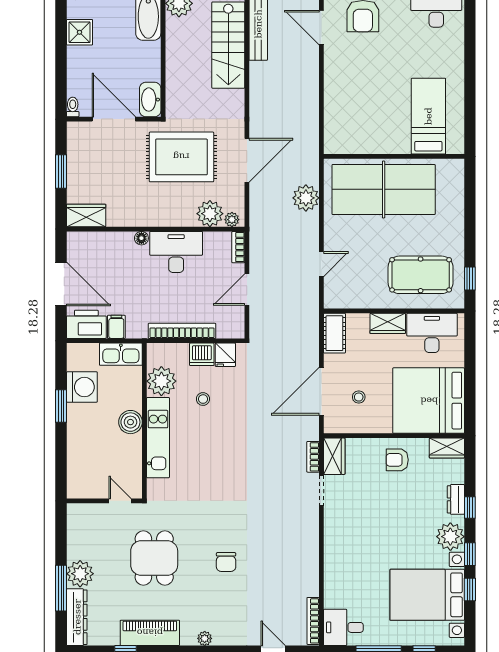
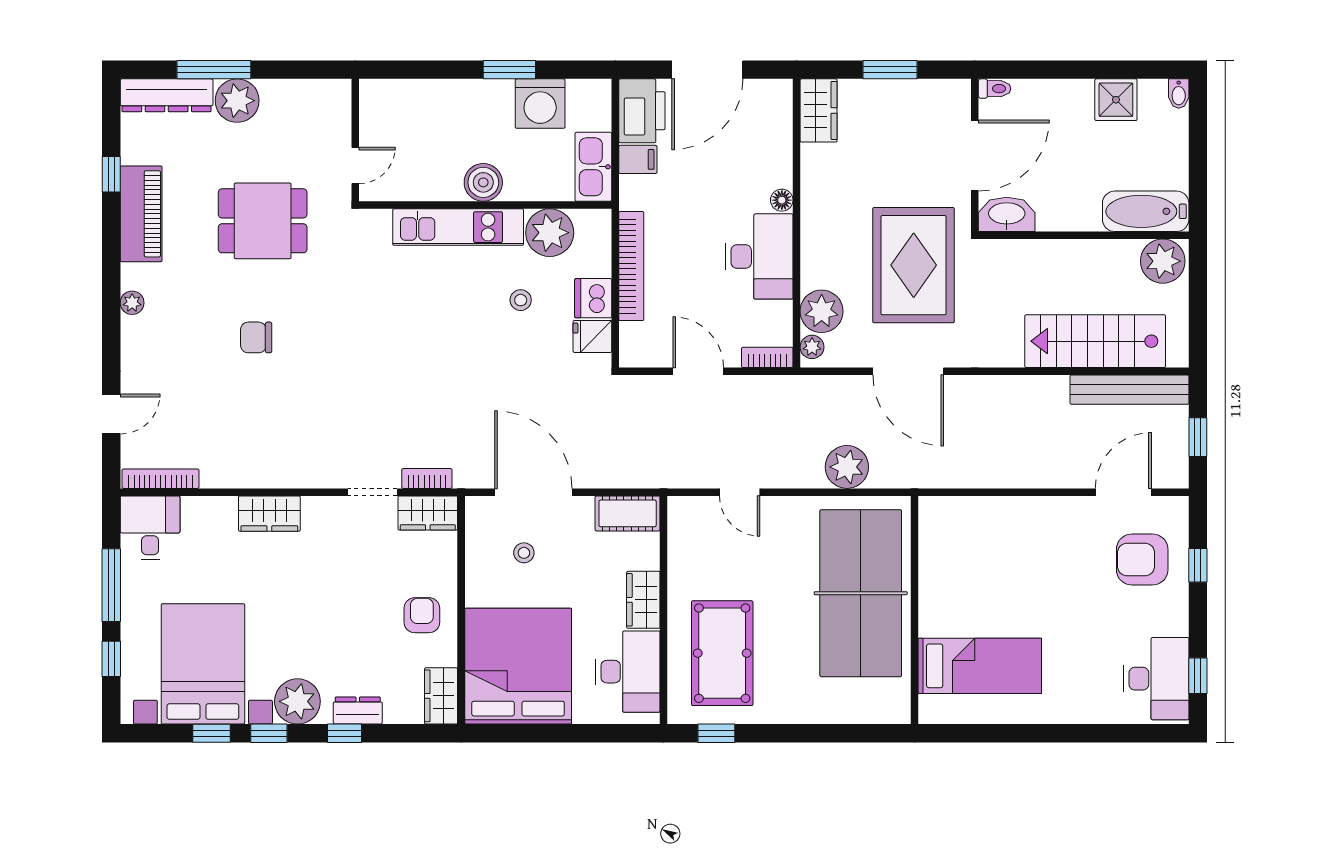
wardrobe: (335, 554) -> (269, 514), added

